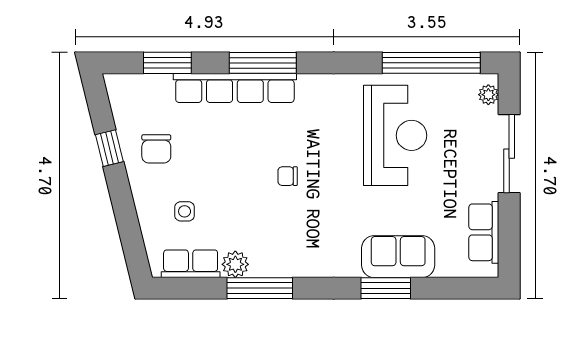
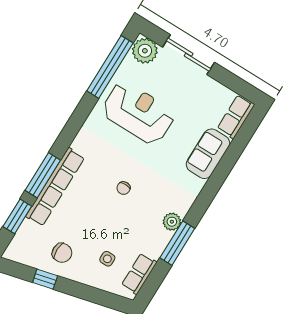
window: (263, 63) -> (43, 175), moved
plant: (488, 95) -> (145, 51), width x1.87, depth x1.87
row of seats: (484, 232) -> (236, 117), moved, turned 90
plant: (235, 264) -> (172, 222), moved
window: (386, 288) -> (222, 172), removed

